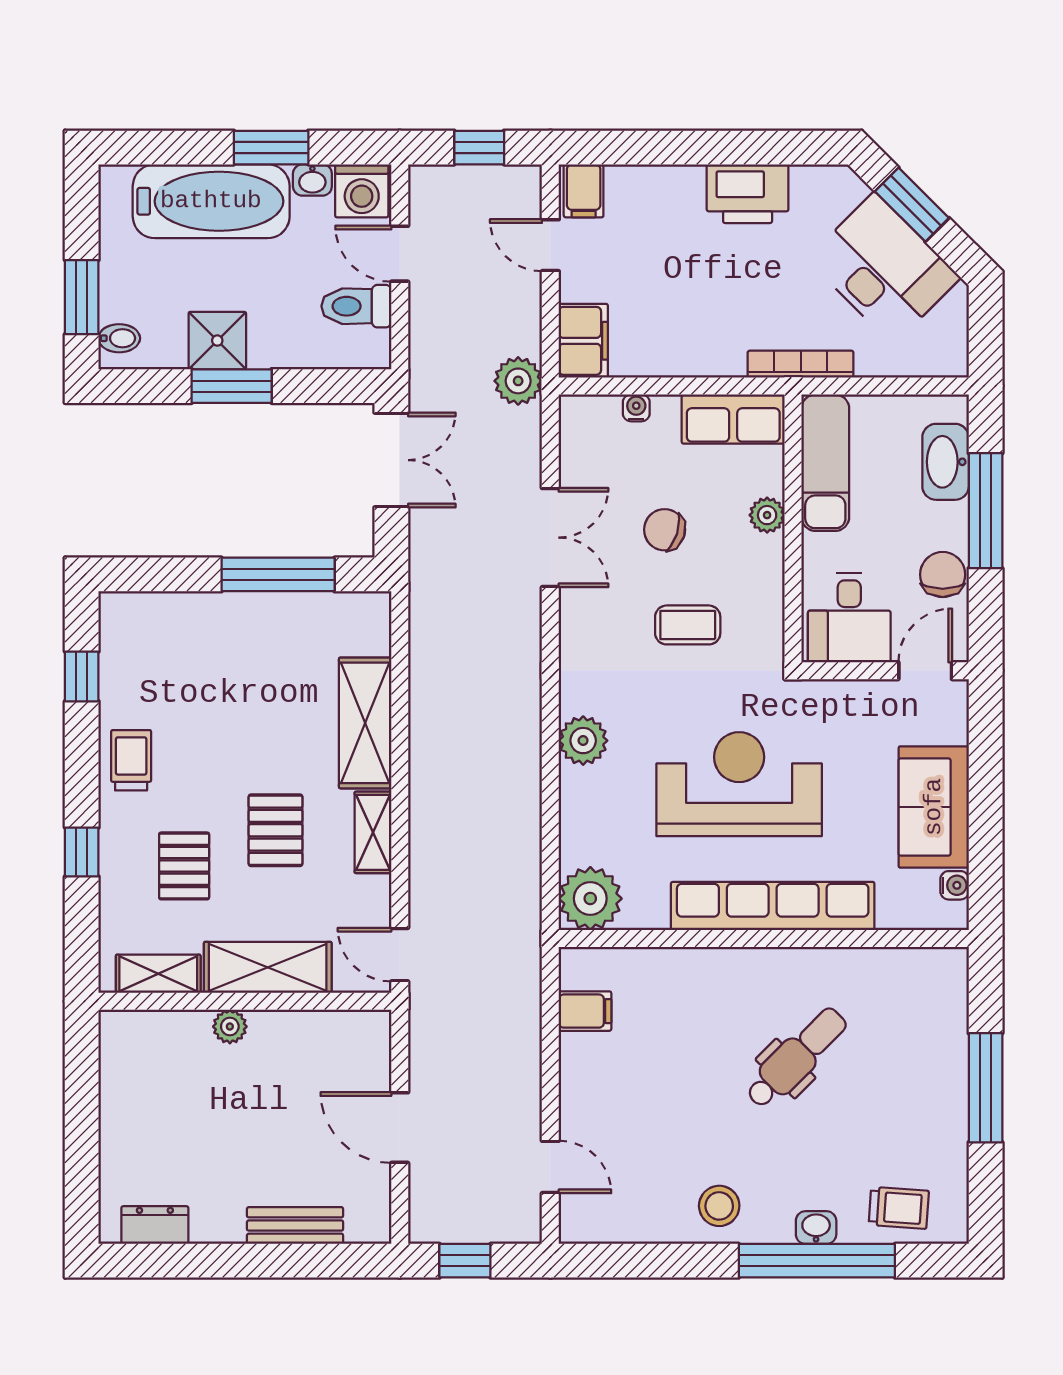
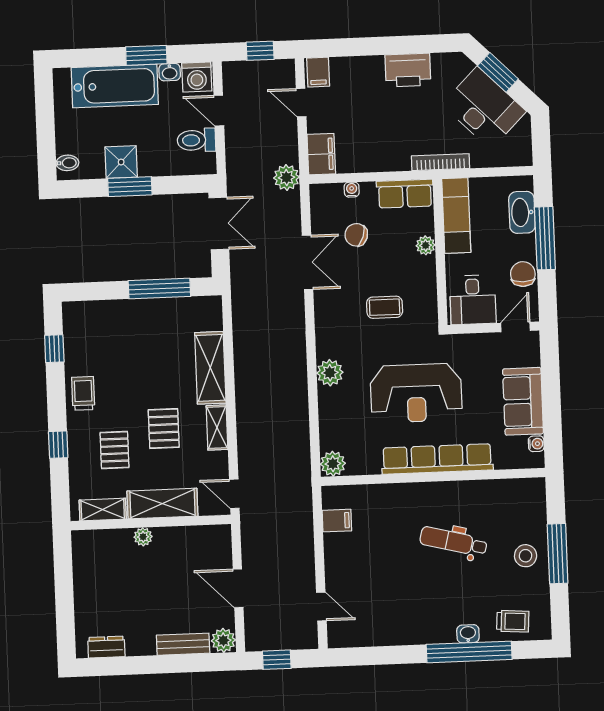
window: (82, 297) -> (46, 141), removed
chair: (665, 530) -> (356, 235), moved
reception desk: (739, 784) -> (416, 393), turned 180
plant: (590, 899) -> (333, 464), width x0.73, depth x0.73
dental chair: (796, 1058) -> (453, 541), turned -121
stool: (719, 1206) -> (526, 556), moved
plant: (369, 1222) -> (223, 640), added

